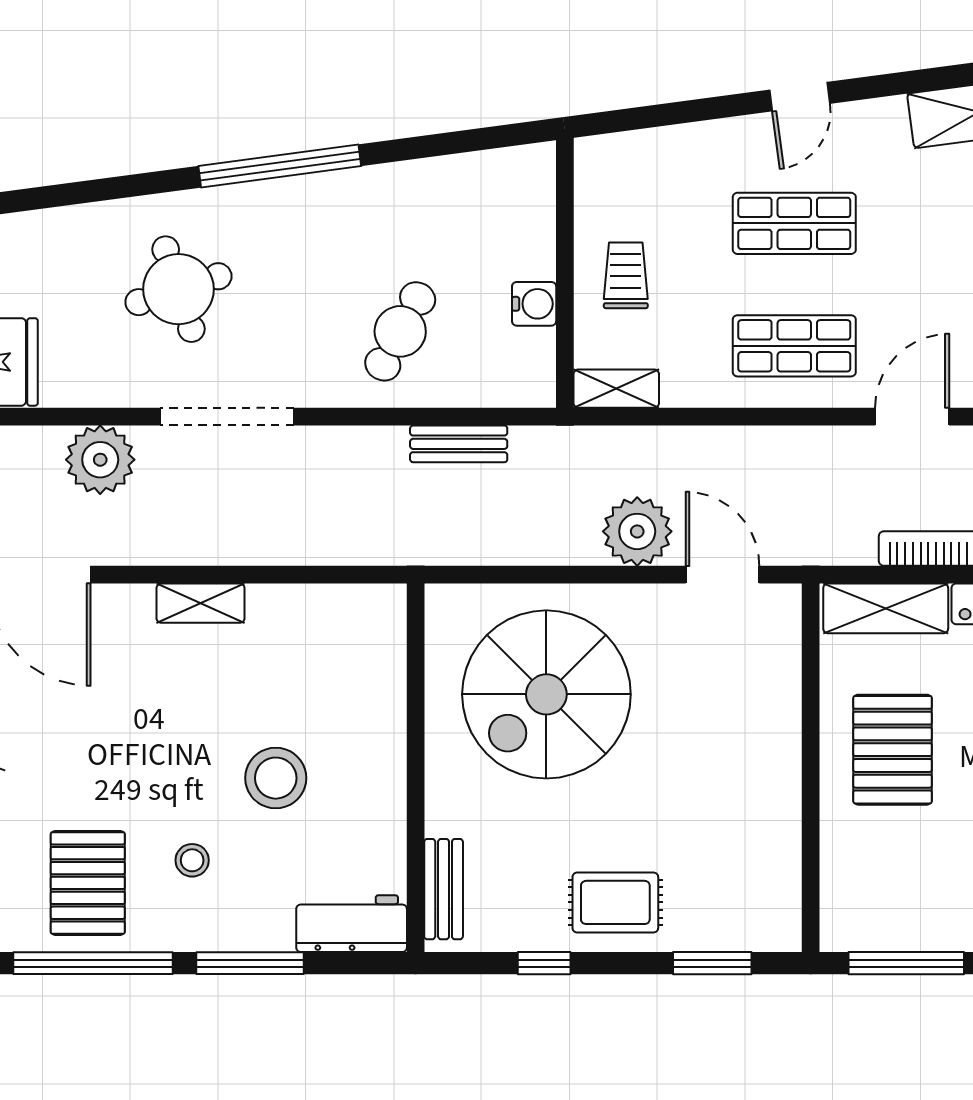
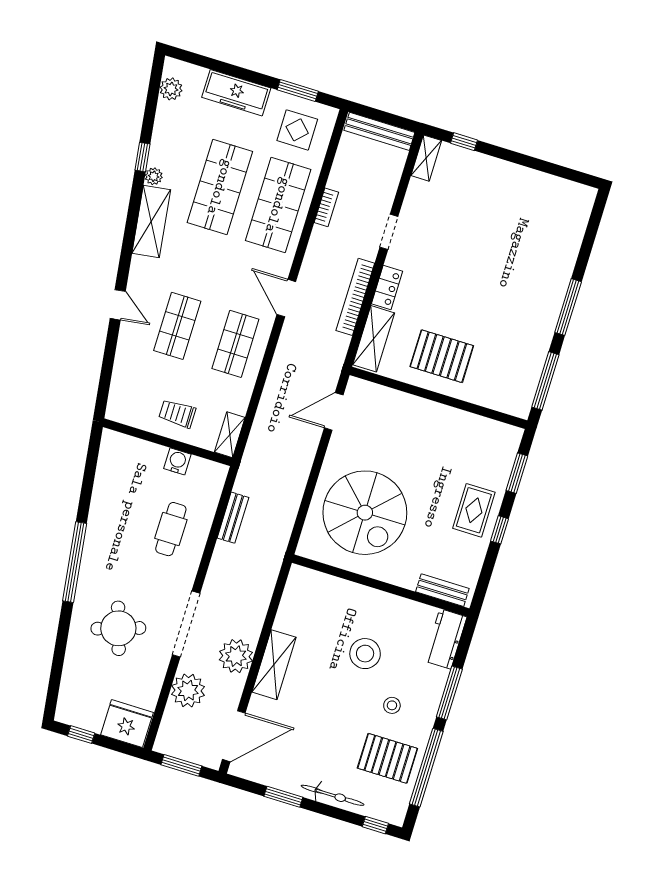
cafe table: (400, 331) -> (171, 529), turned 62
plant: (637, 531) -> (236, 656), moved
shelving: (201, 603) -> (274, 665), width x1.50, depth x1.33
window: (544, 963) -> (500, 530), moved

